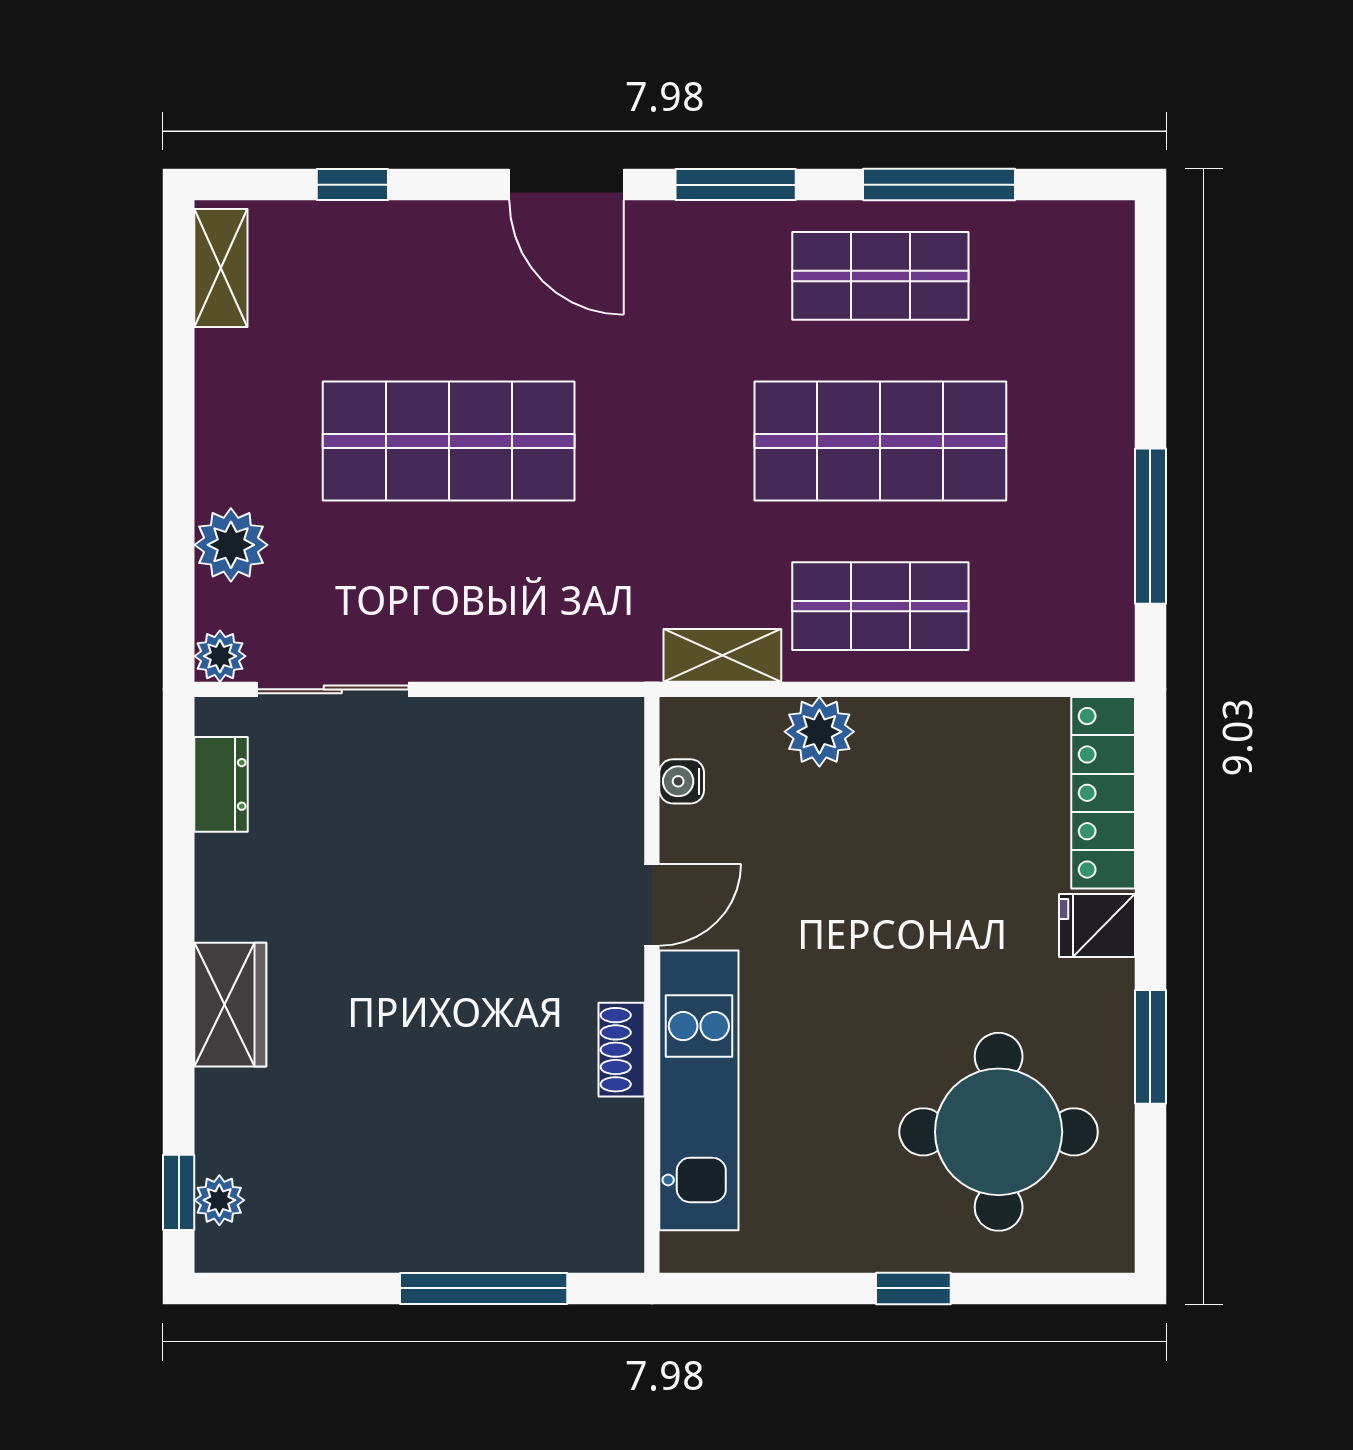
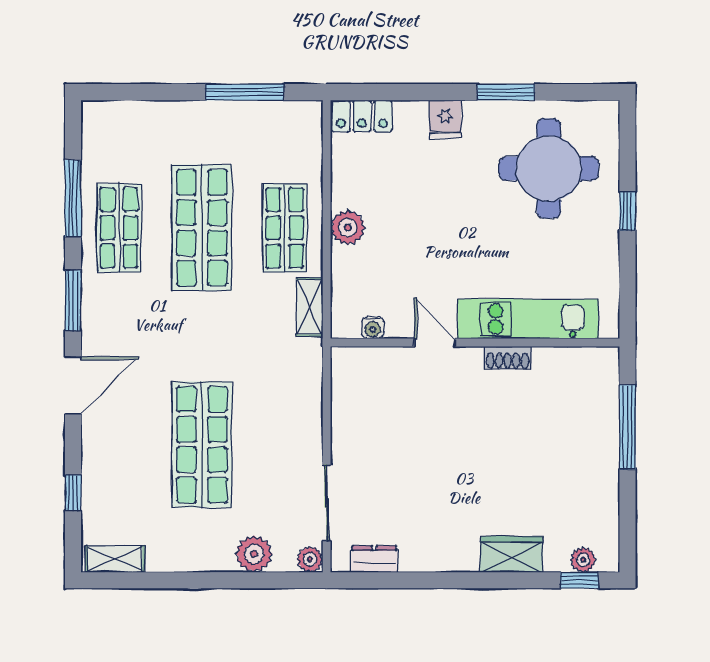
plant: (819, 732) -> (348, 228), moved
locker: (1103, 793) -> (362, 116), width x0.66
wardrobe: (230, 1005) -> (511, 554), moved

